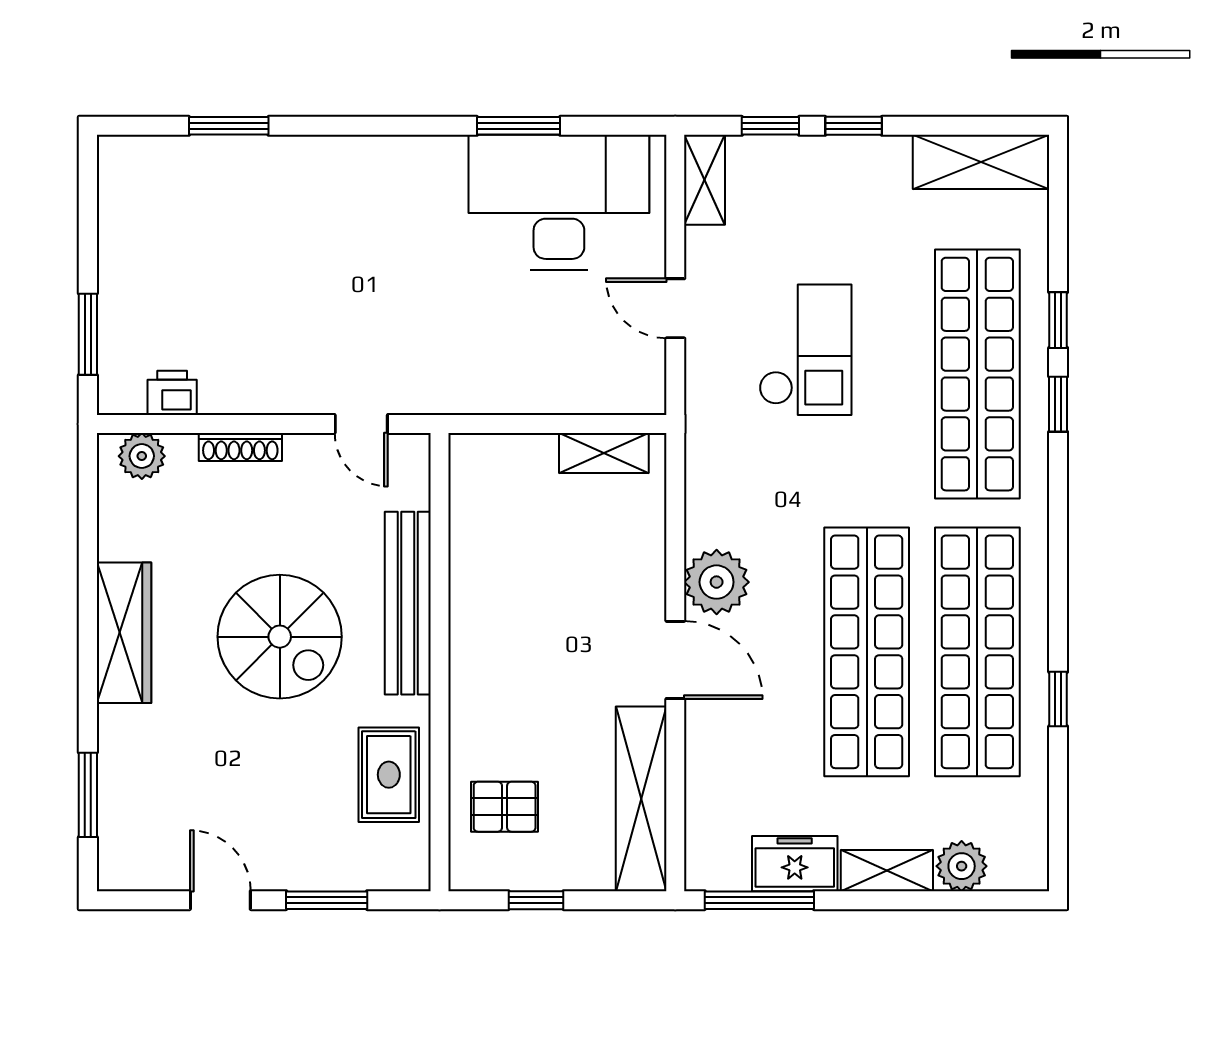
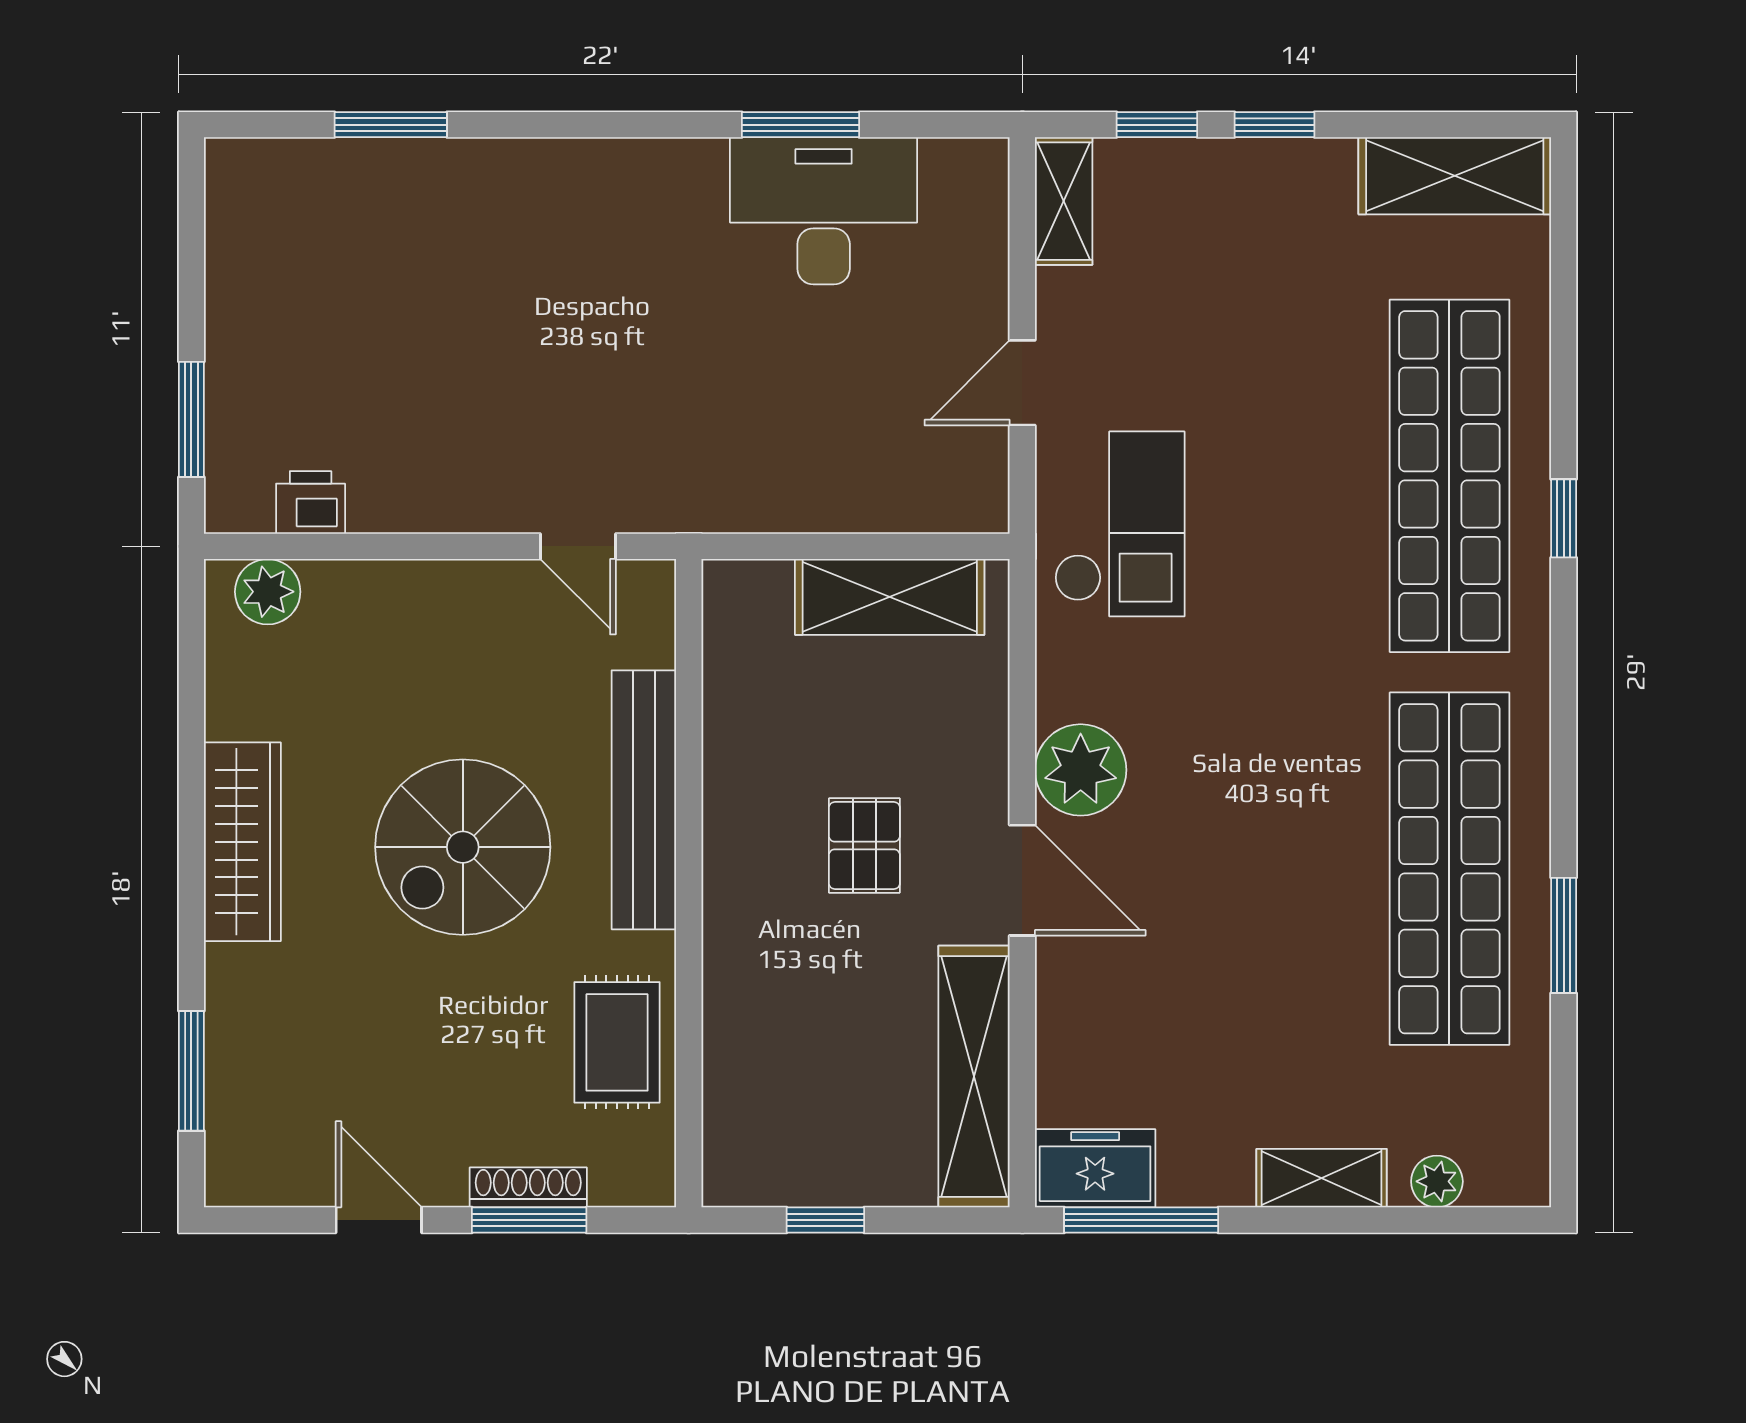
desk: (559, 202) -> (824, 211), width x0.73, depth x0.77
door: (675, 308) -> (1022, 383), hinge flipped
window: (1058, 320) -> (1564, 399), removed
checkout: (805, 350) -> (1120, 524), moved
shoe rack: (240, 447) -> (528, 1187), moved, turned 180
shelving: (604, 453) -> (890, 597), width x1.50, depth x1.33
spiral stairs: (280, 637) -> (463, 847), turned 90
shop shelf: (867, 652) -> (1293, 869), removed
window: (1058, 699) -> (1564, 935), width x1.50
pallet: (505, 807) -> (864, 846), moved, turned 90
freezer: (795, 864) -> (1095, 1168), moved
plant: (962, 866) -> (1437, 1181), width x0.73, depth x0.73

